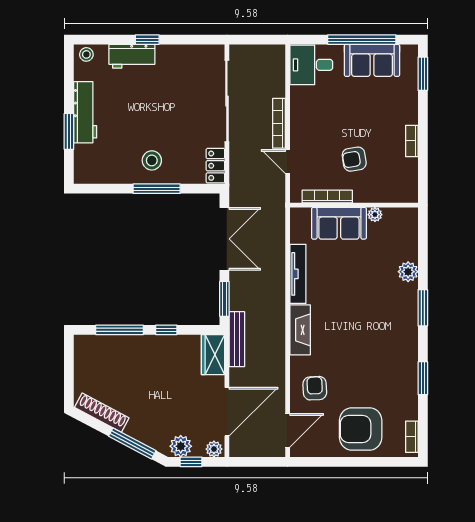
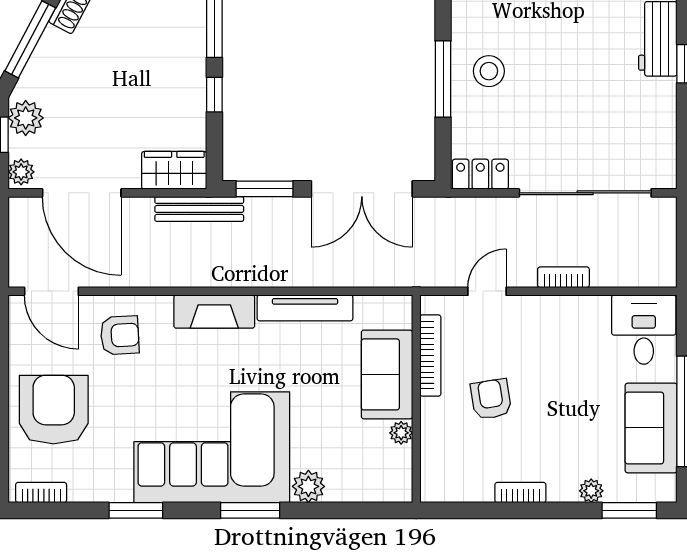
plant: (411, 97) -> (591, 491), added
bookcase: (279, 123) -> (563, 277), width x0.64
corner sofa: (384, 331) -> (212, 447), added

